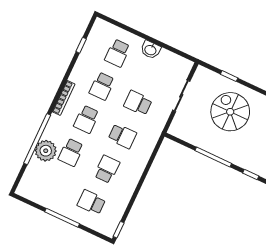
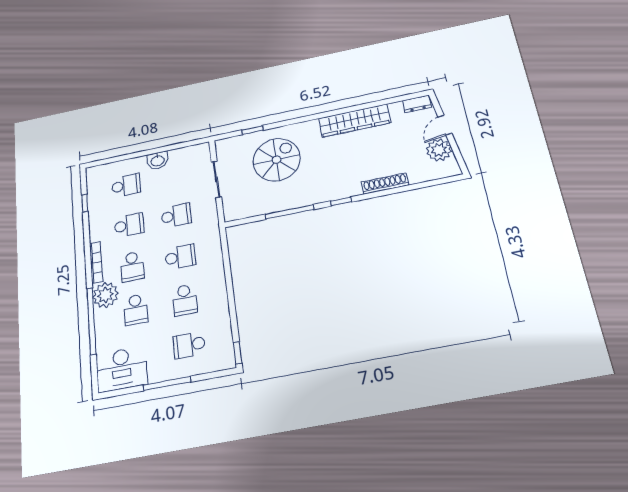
school desk: (117, 53) -> (126, 185), turned -90
school desk: (102, 86) -> (129, 225), turned -90
school desk: (138, 103) -> (176, 215), turned 180
spiral stairs: (230, 112) -> (277, 160), turned 90
plant: (46, 151) -> (106, 295), moved
school desk: (107, 169) -> (185, 300), turned 180
desk: (38, 187) -> (122, 369), added

